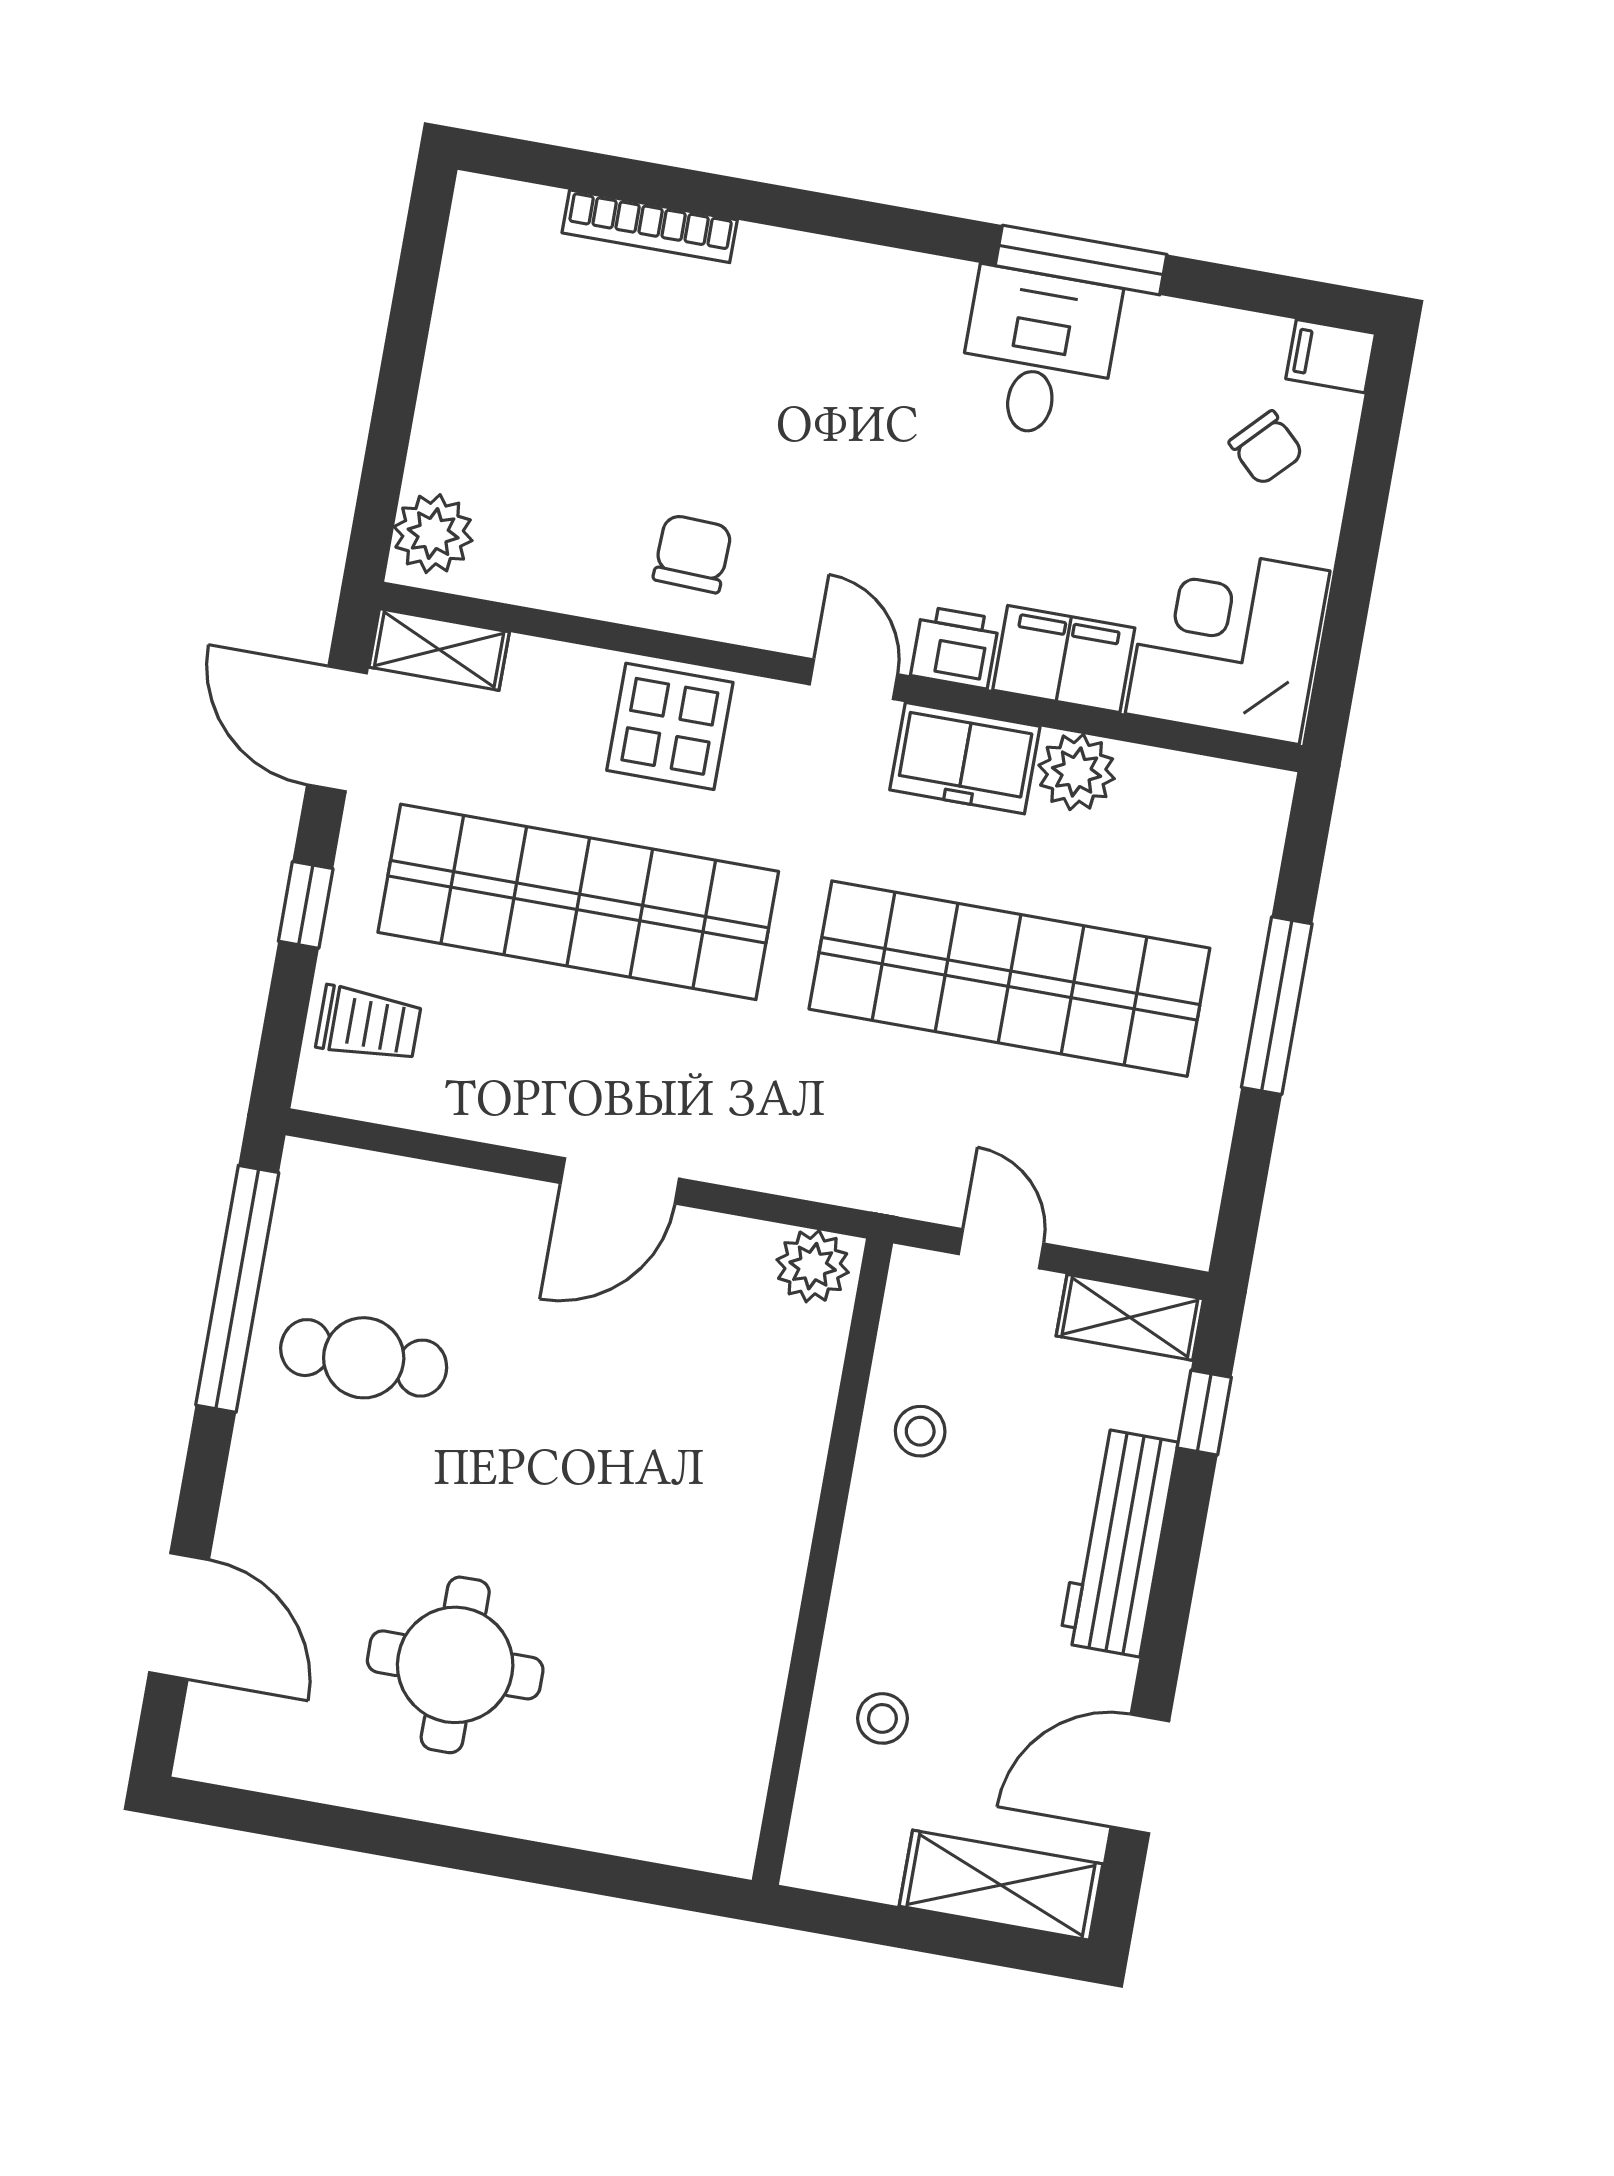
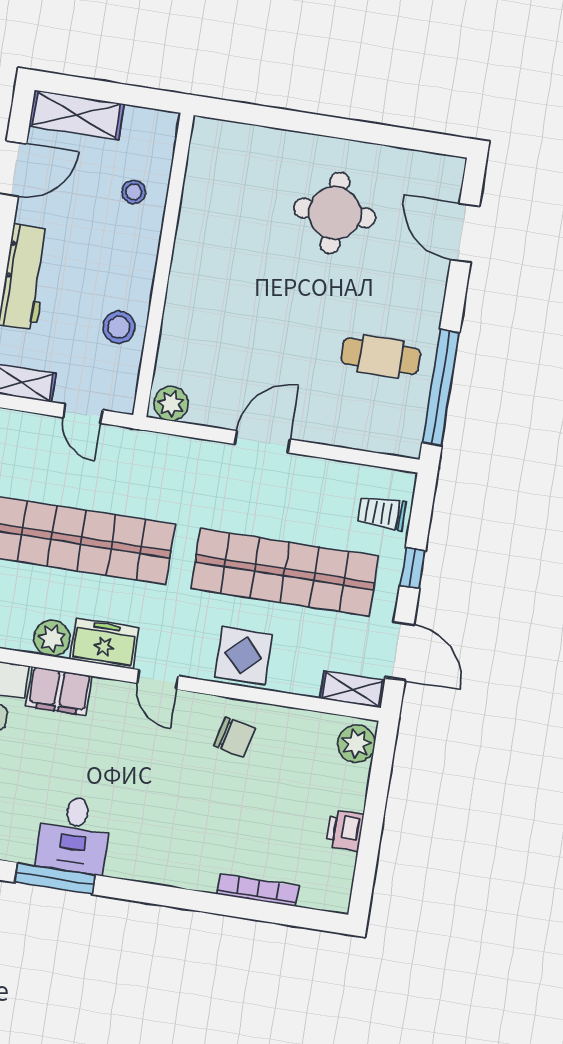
chair: (693, 554) -> (234, 737), turned -79
printer: (955, 647) -> (345, 830), moved, turned 90
stool: (920, 1431) -> (119, 327), width x1.37, depth x1.37

